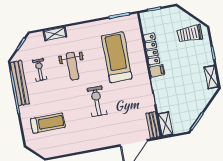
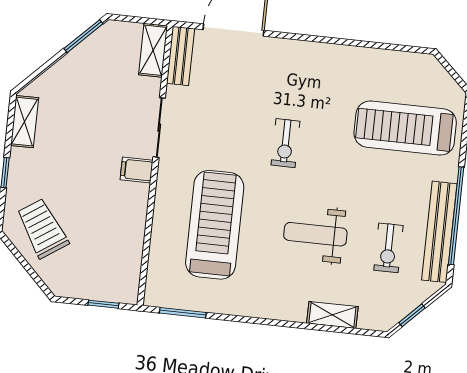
trolley: (190, 34) -> (42, 228), turned -124
locker: (152, 49) -> (135, 220), removed
treadmill: (117, 57) -> (215, 225), turned 180
weight bench: (73, 66) -> (315, 234), turned -90
exercise bike: (97, 101) -> (285, 143), width x0.73, depth x0.72
treadmill: (48, 123) -> (405, 128), width x1.37, depth x1.38

